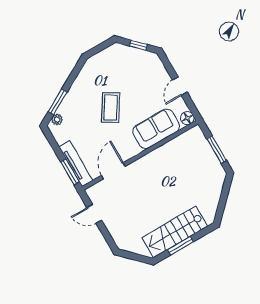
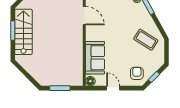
armchair: (146, 68) -> (137, 73), added
coffee table: (111, 108) -> (146, 40), moved

